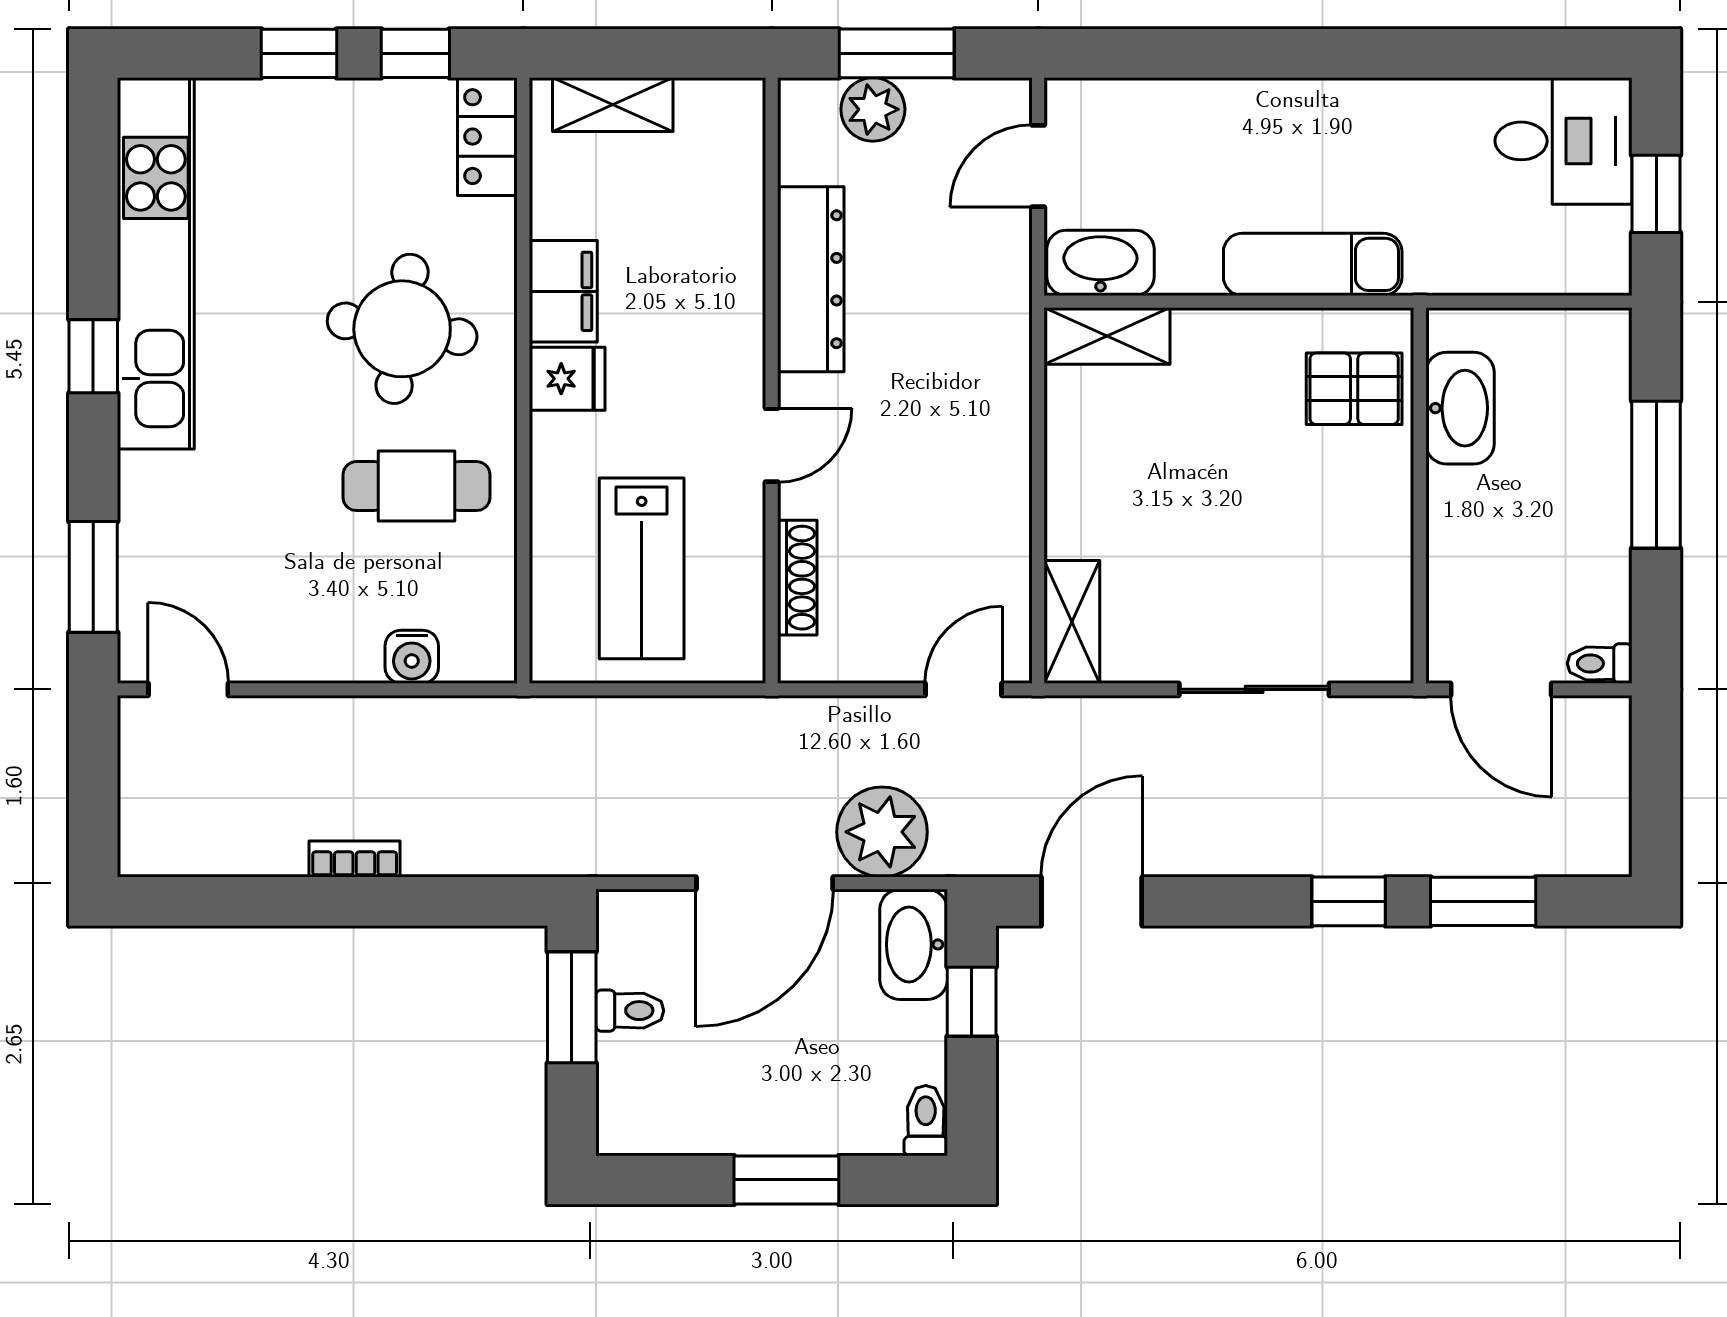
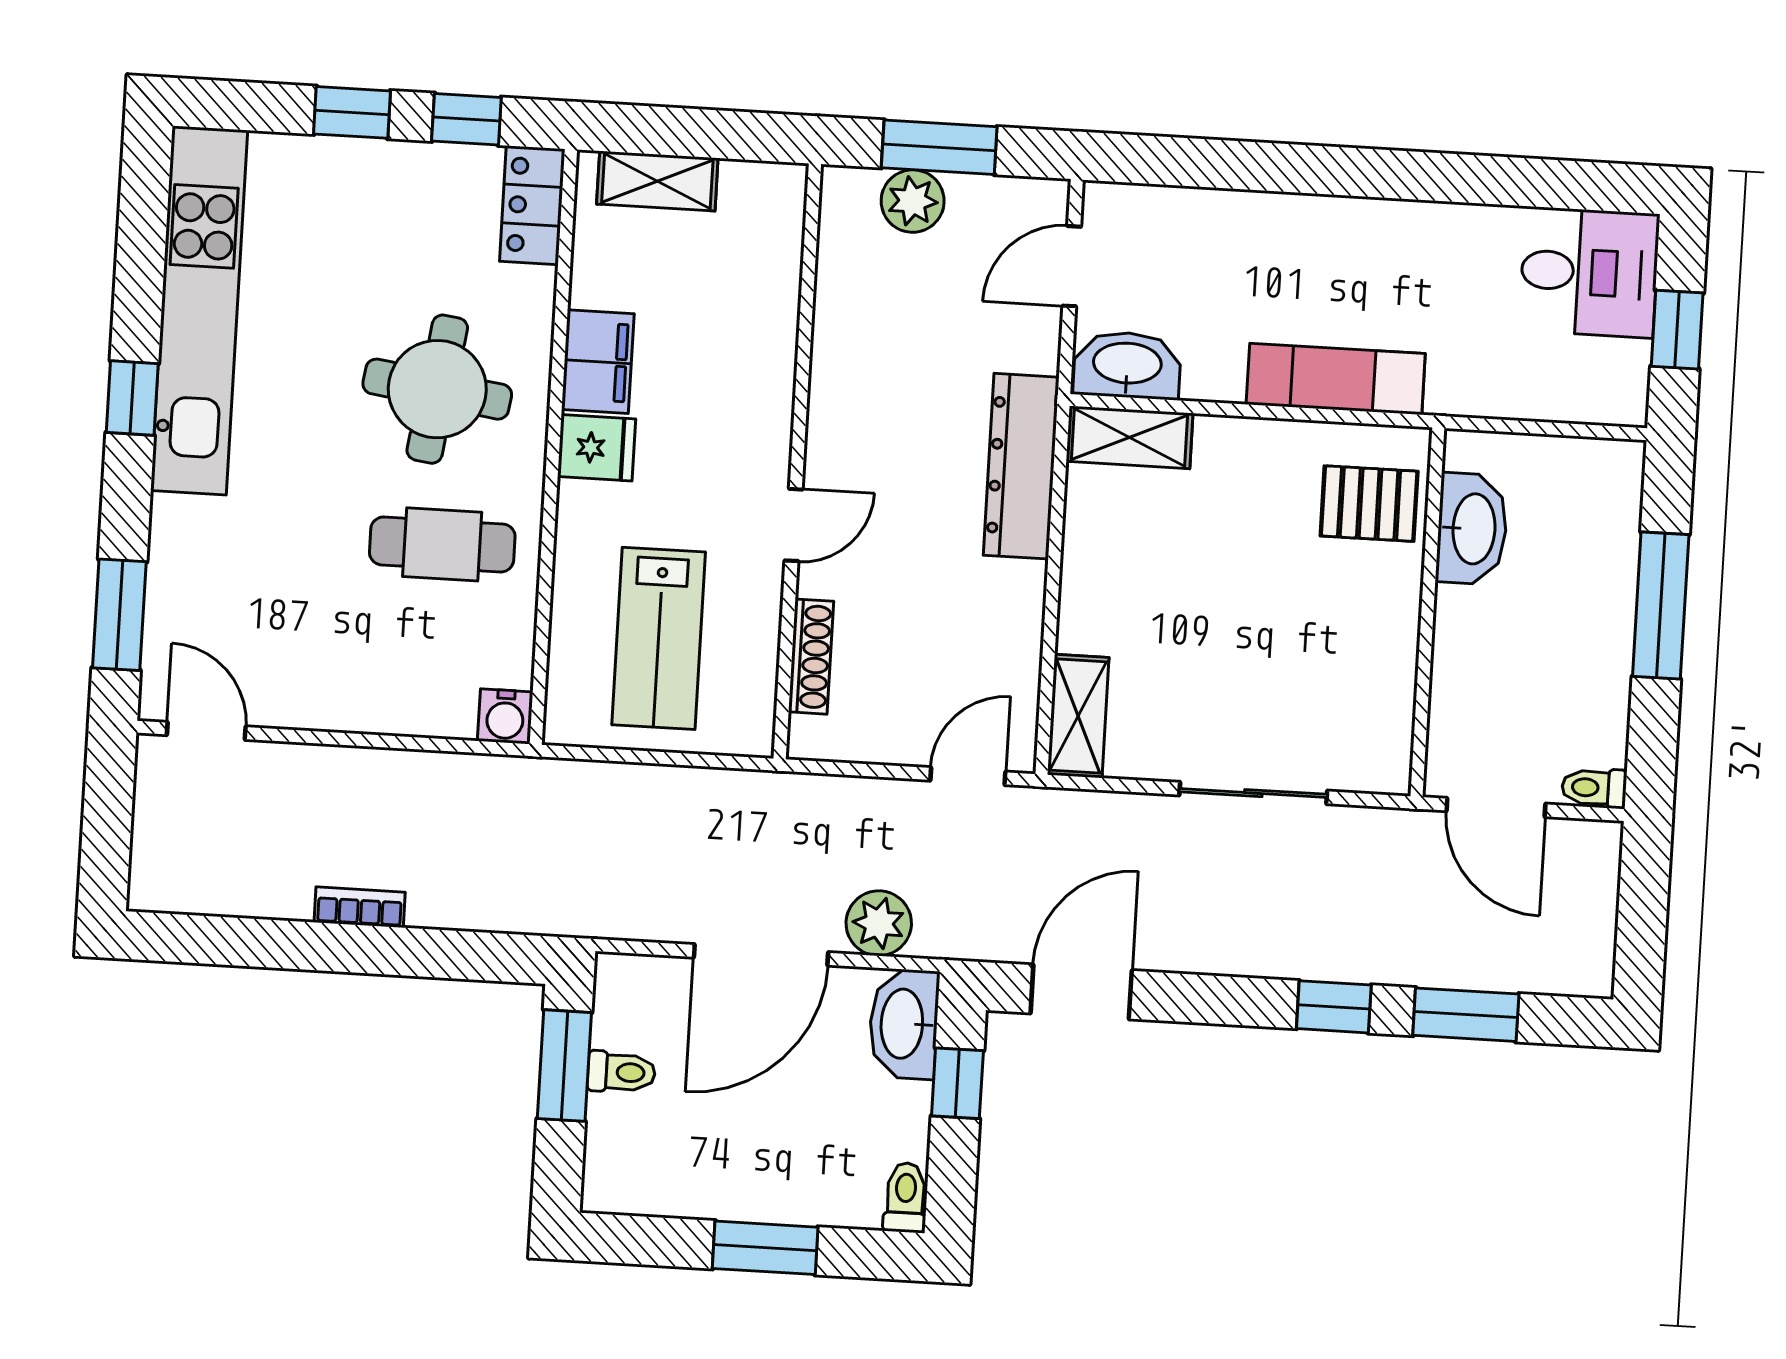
dresser: (811, 279) -> (1021, 466), moved, turned 180
water cooler: (412, 657) -> (505, 716), moved
plant: (882, 832) -> (879, 923), width x0.73, depth x0.73

